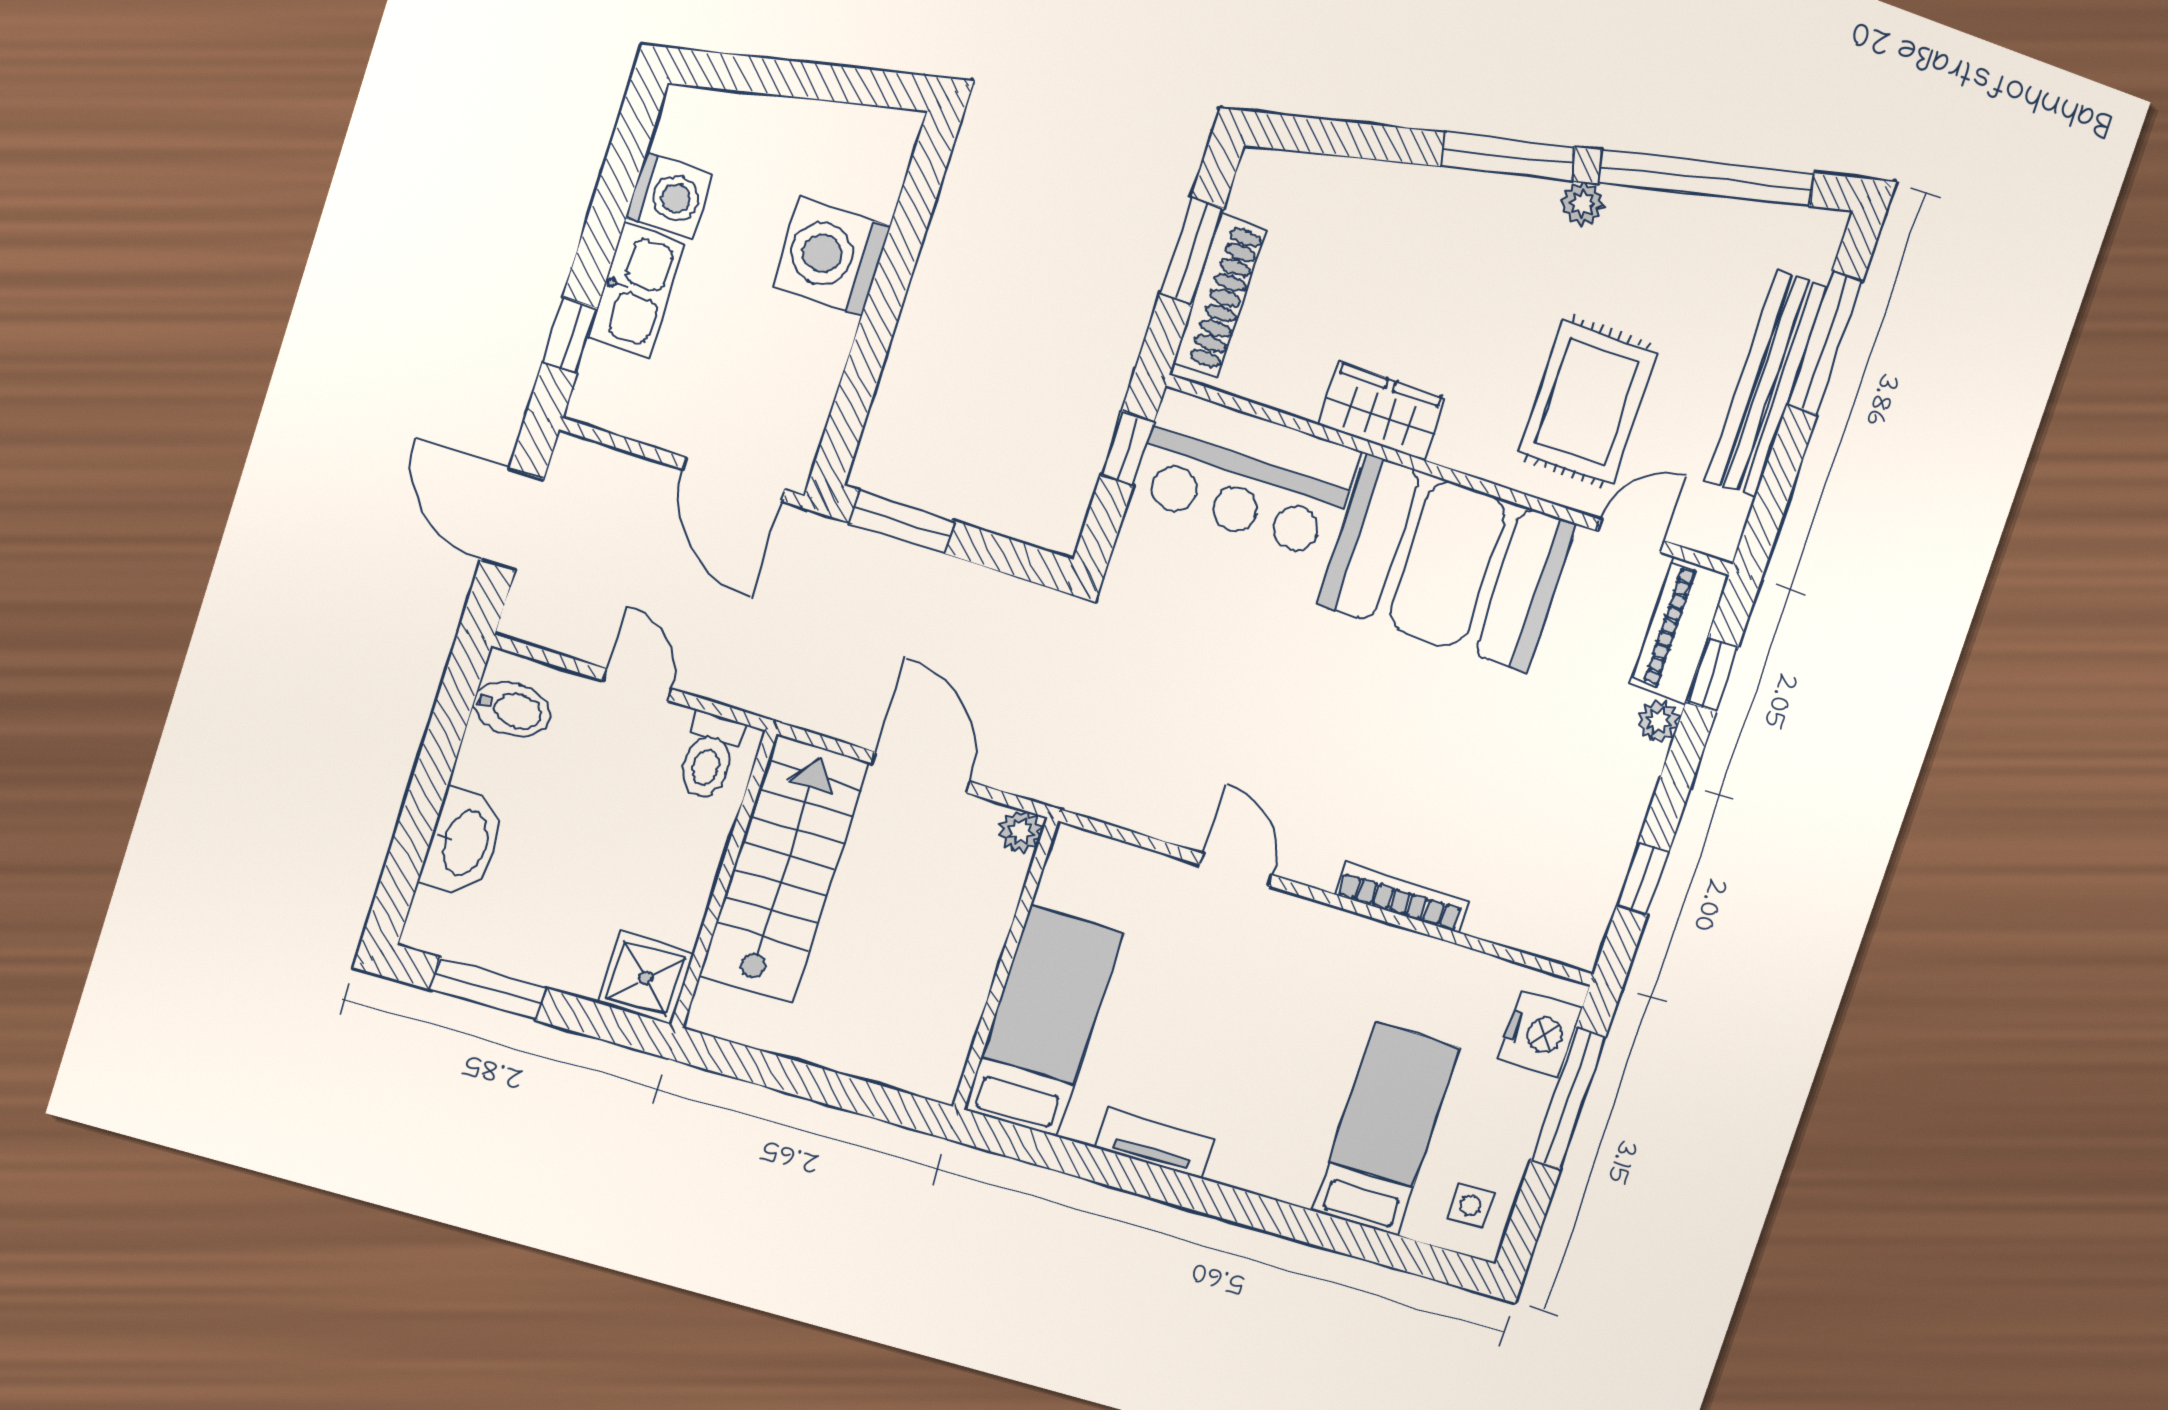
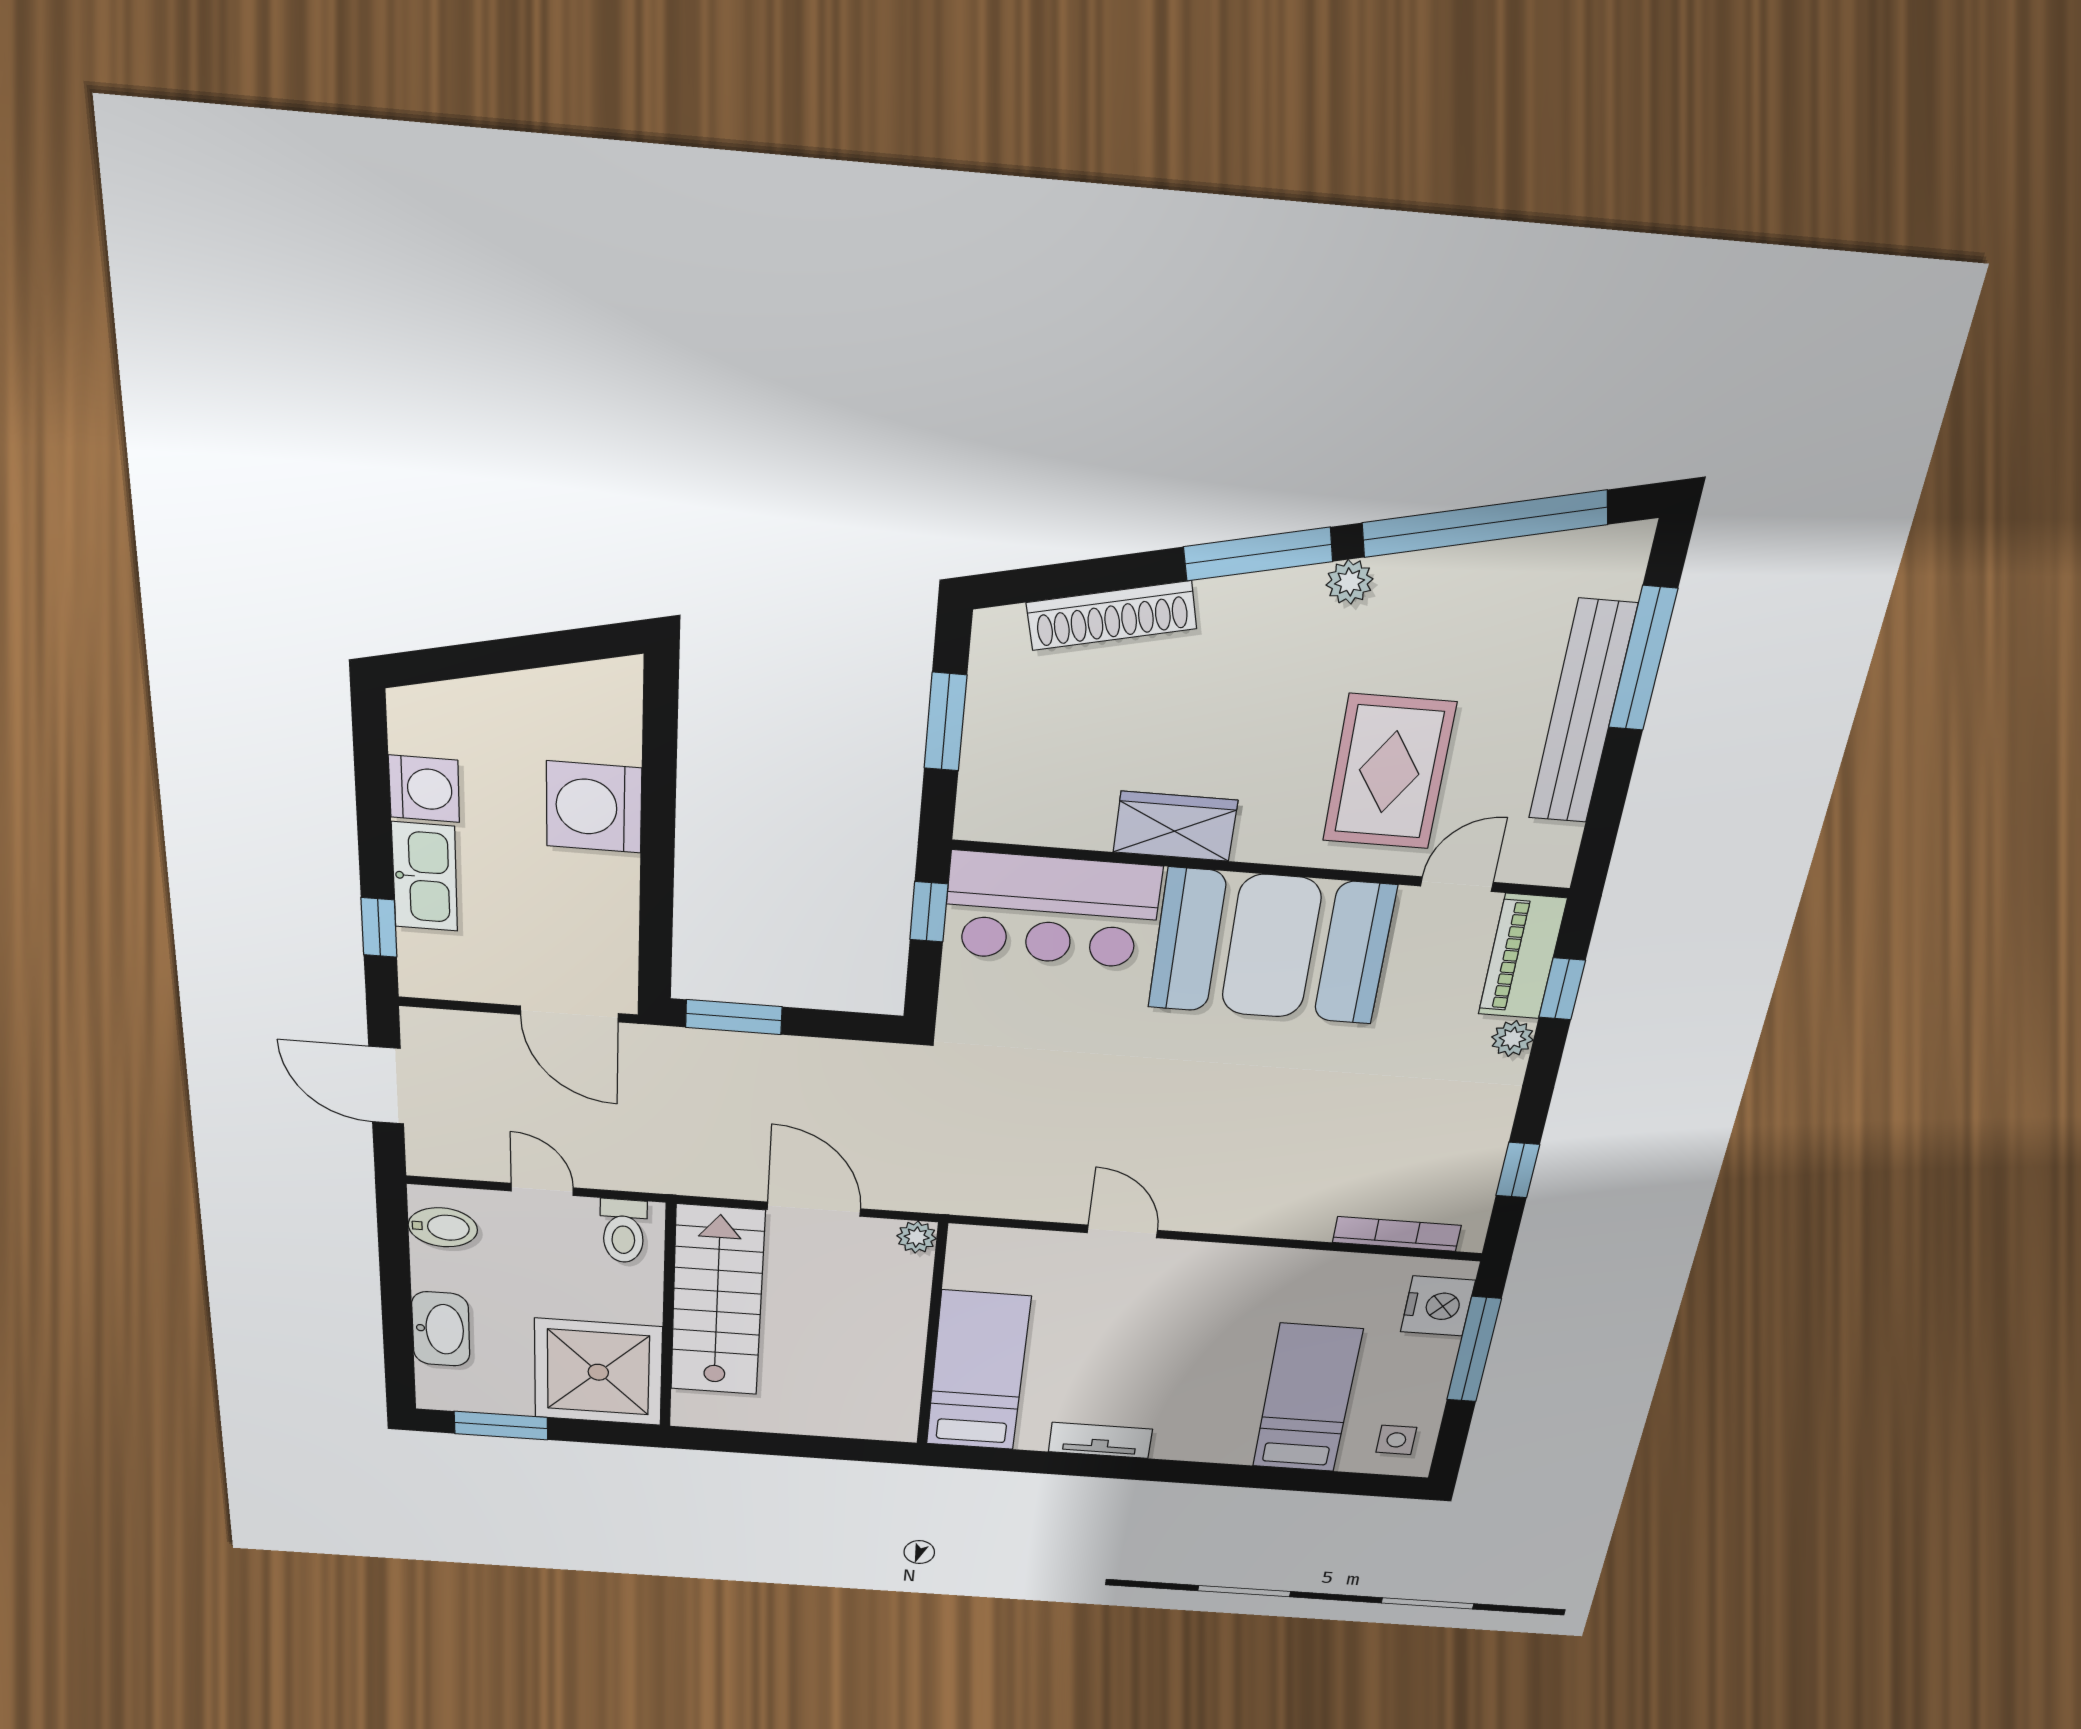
shoe rack: (1220, 296) -> (1112, 616), moved, turned 77
bookcase: (1401, 898) -> (1397, 1234), moved
shower: (646, 978) -> (598, 1372), width x1.86, depth x1.86

